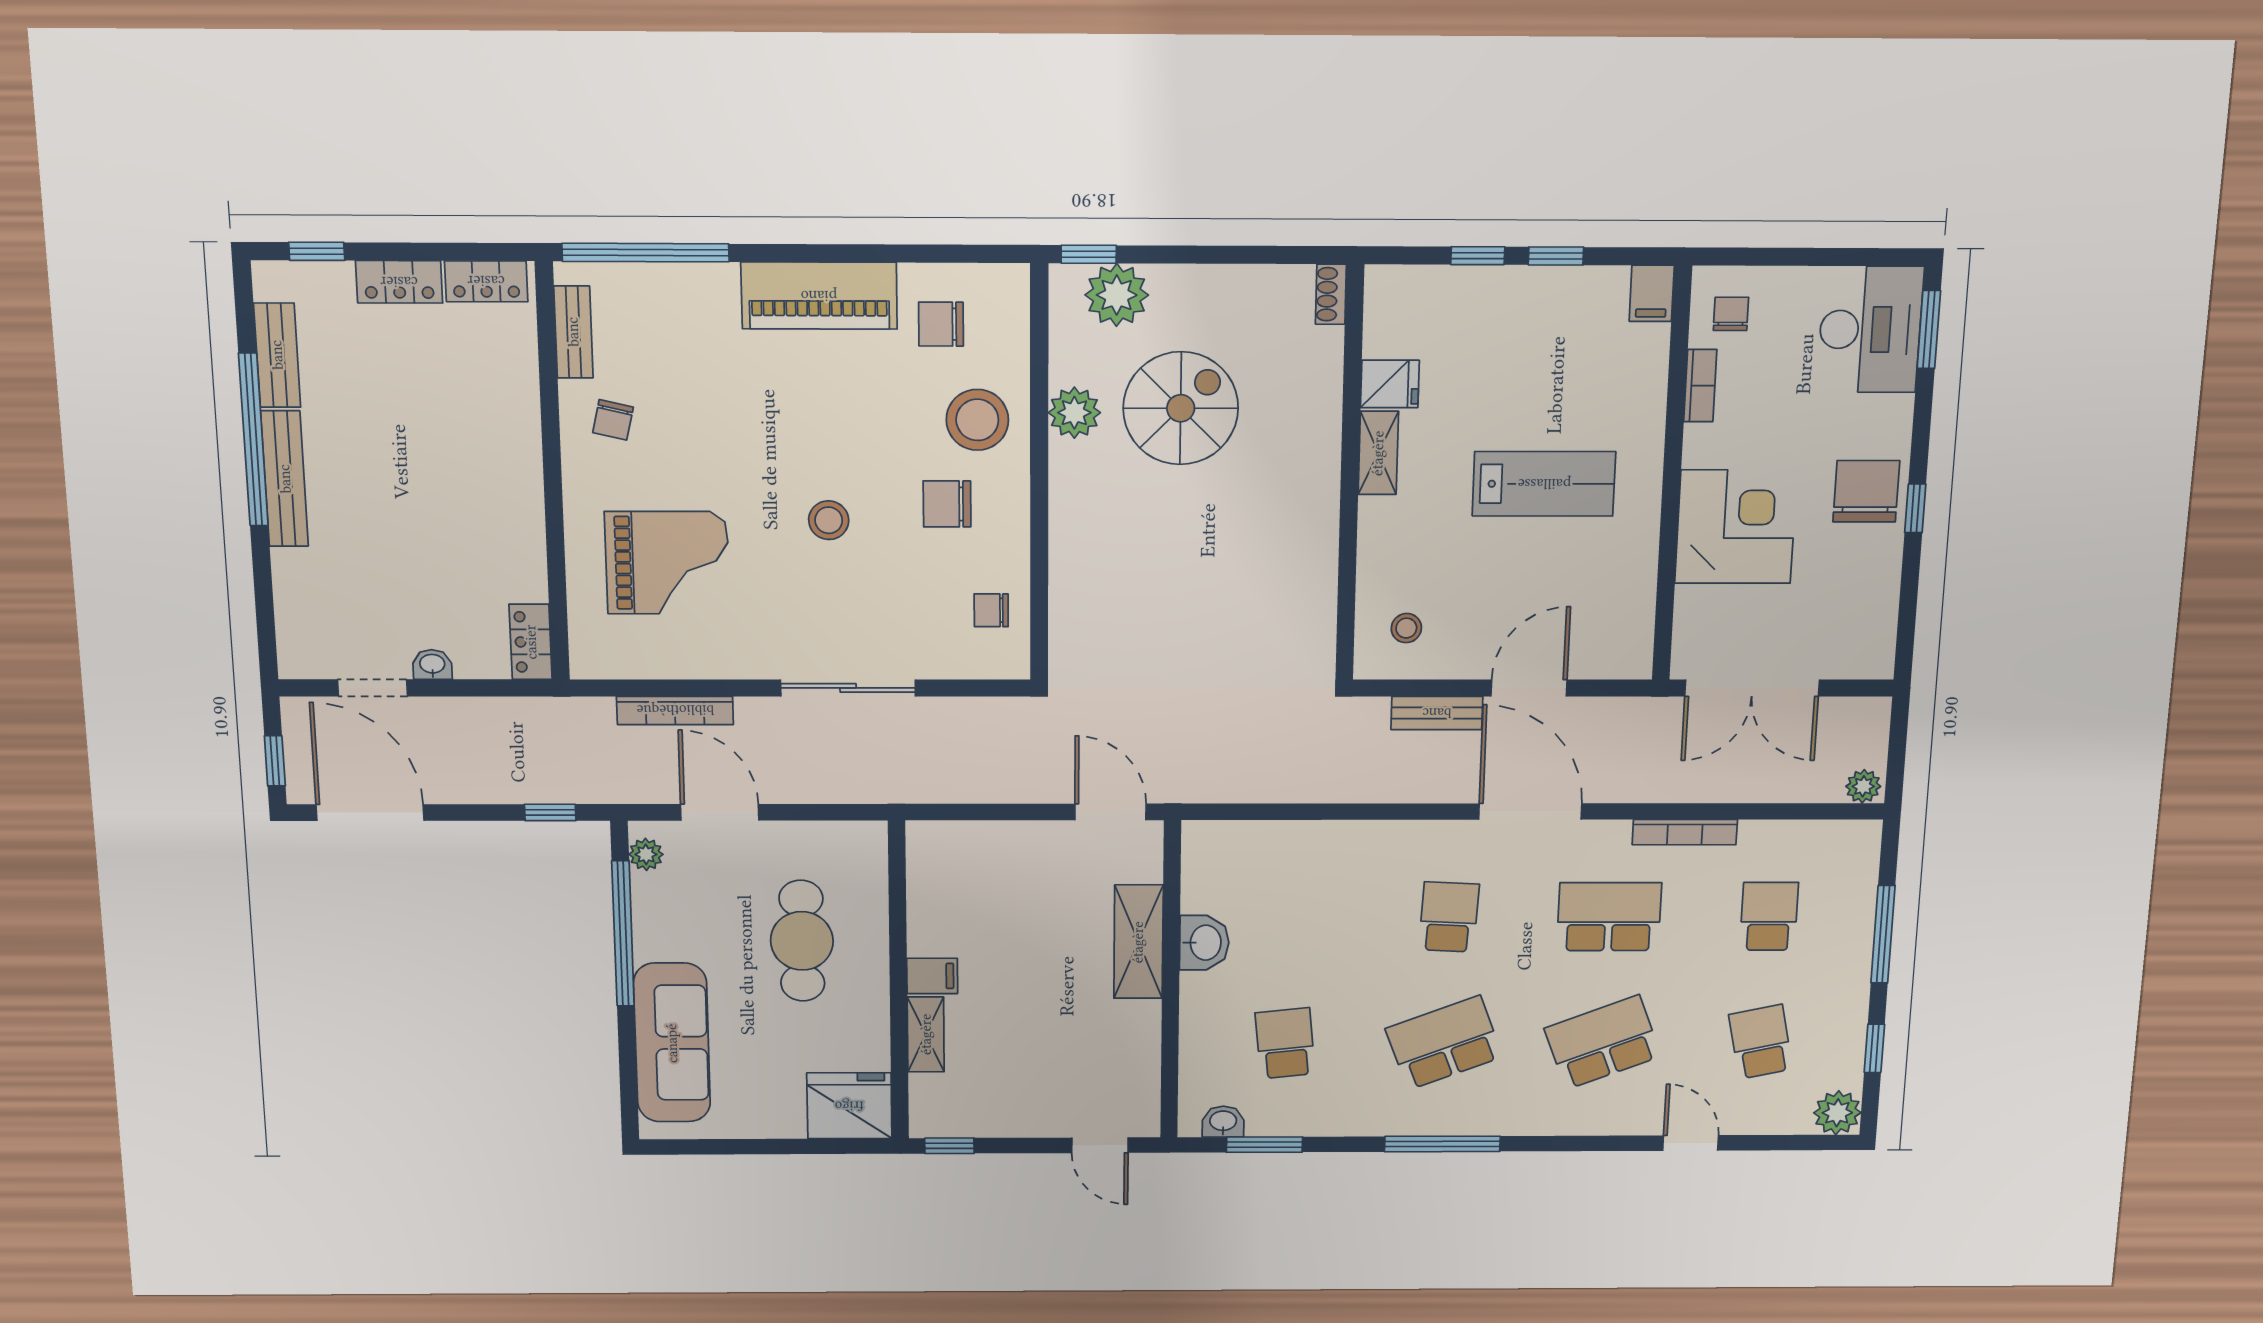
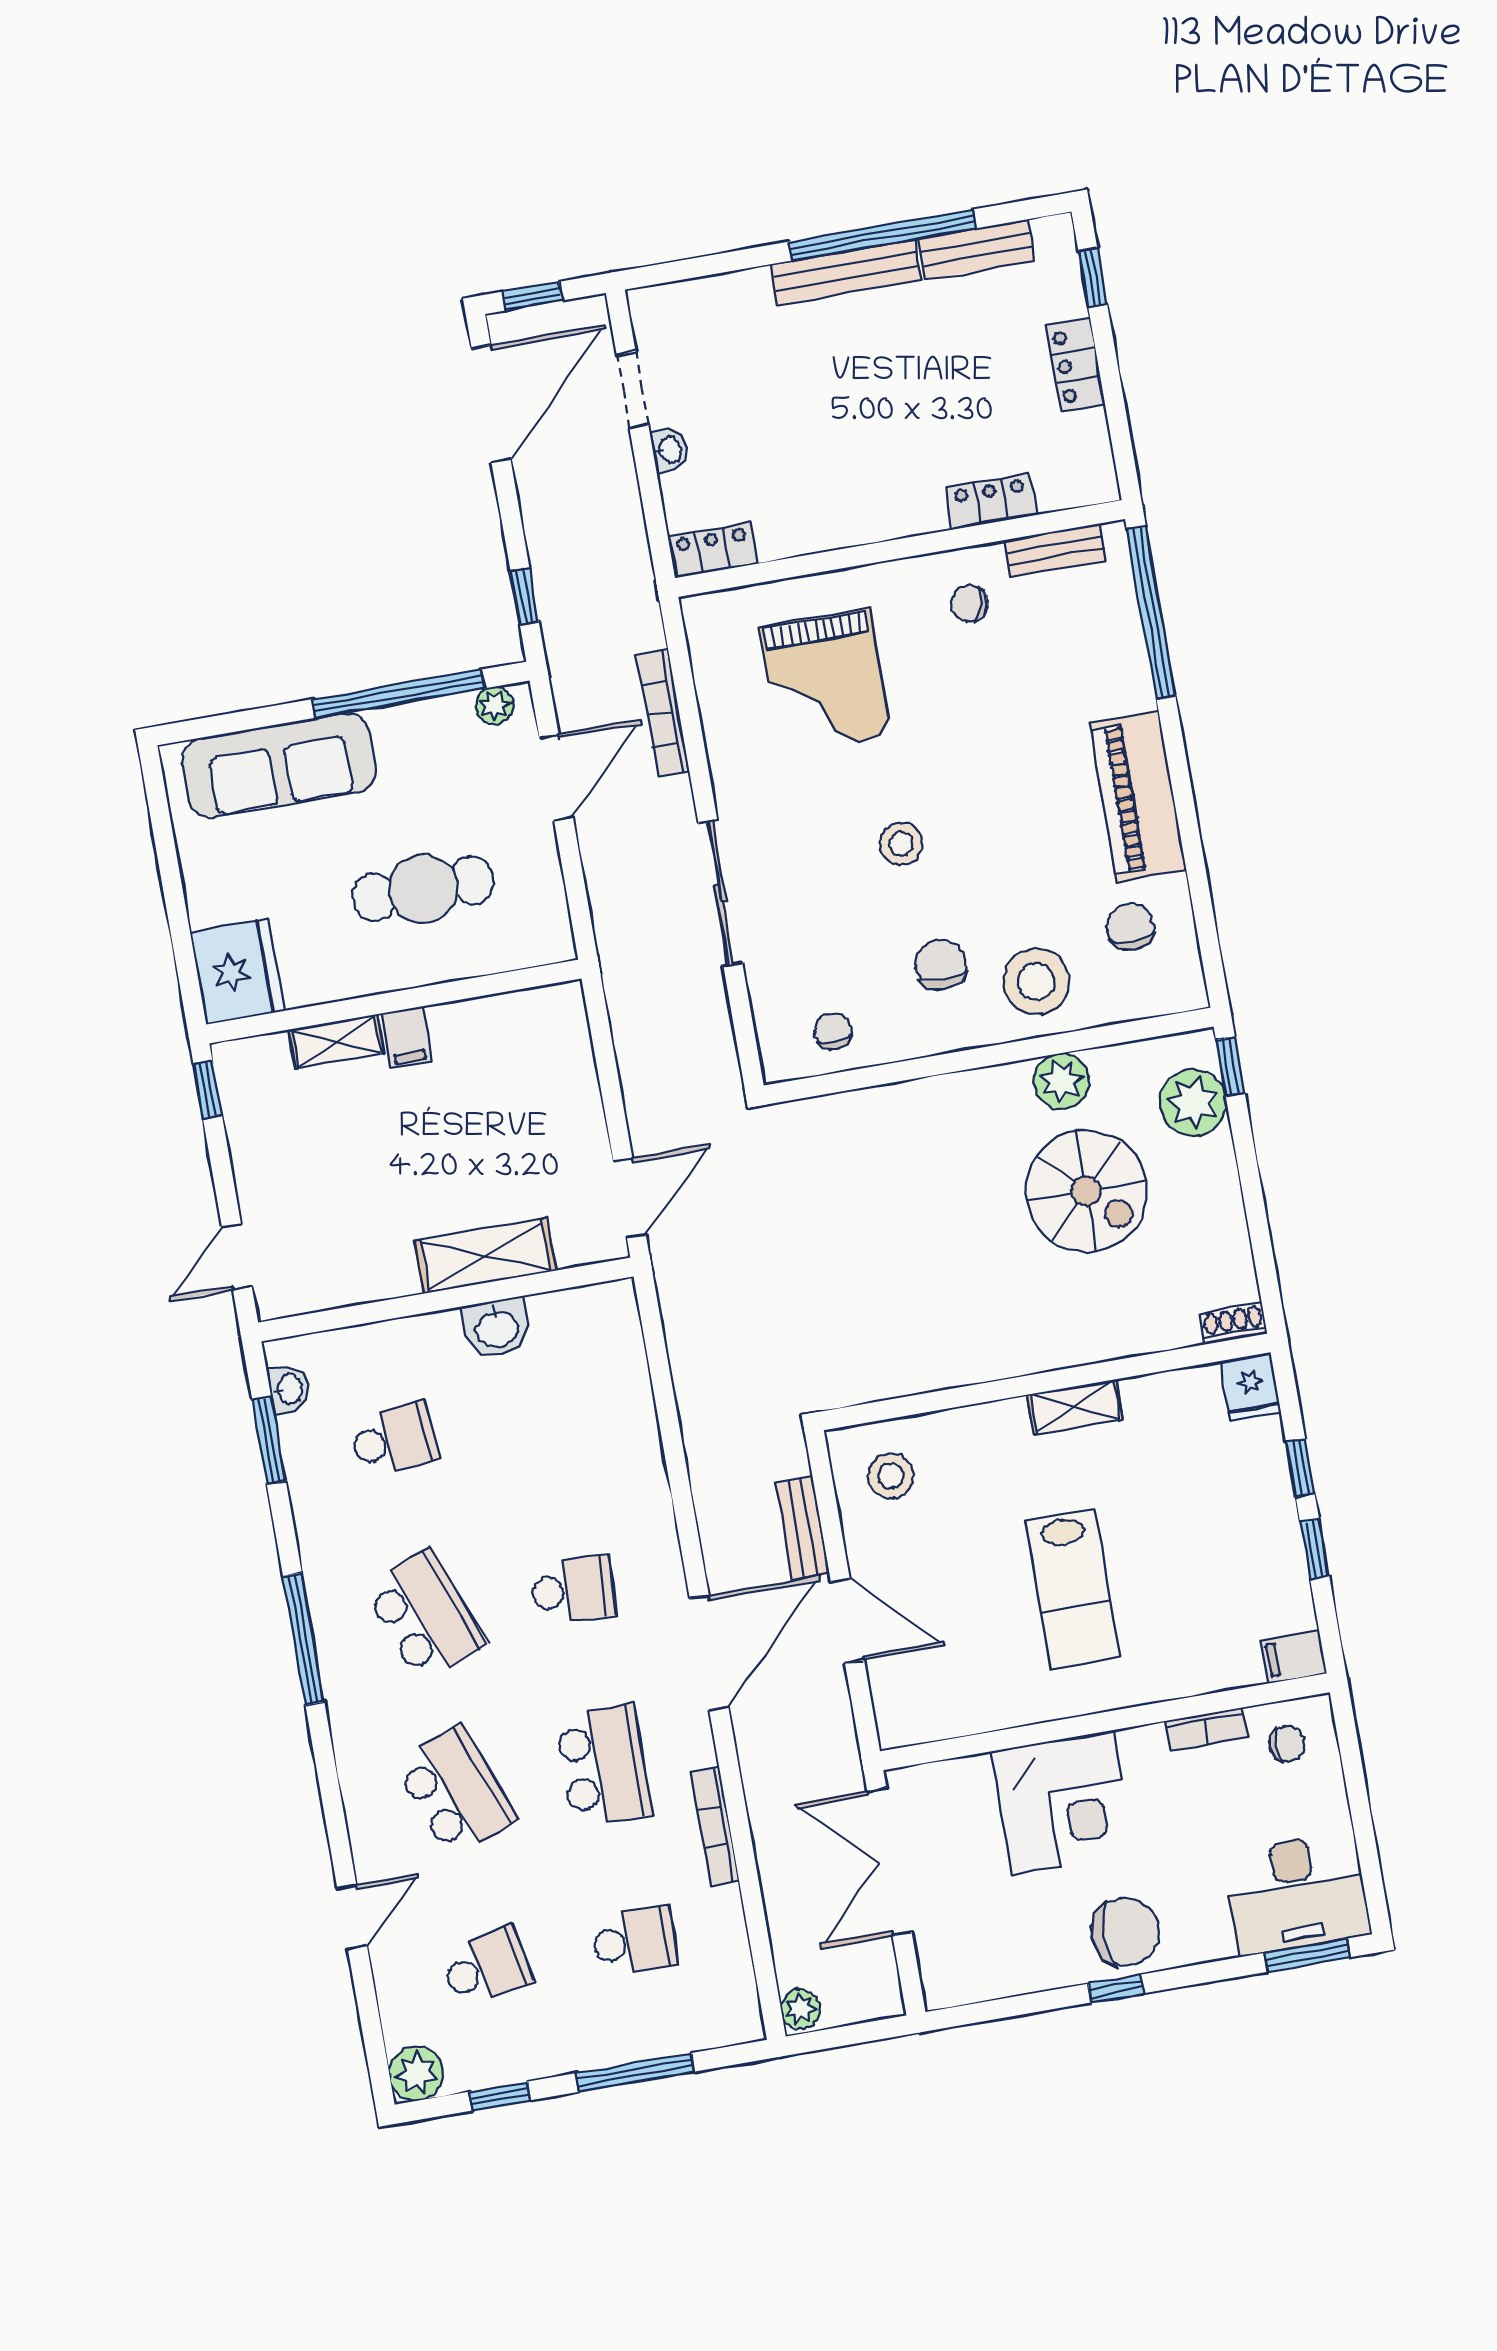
locker: (486, 281) -> (991, 501), moved, turned 90
fridge: (1390, 384) -> (1251, 1387), moved
stool: (1406, 628) -> (891, 1476), width x1.37, depth x1.37

